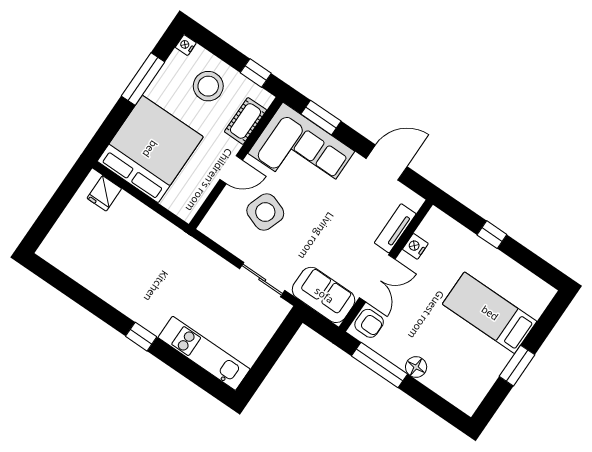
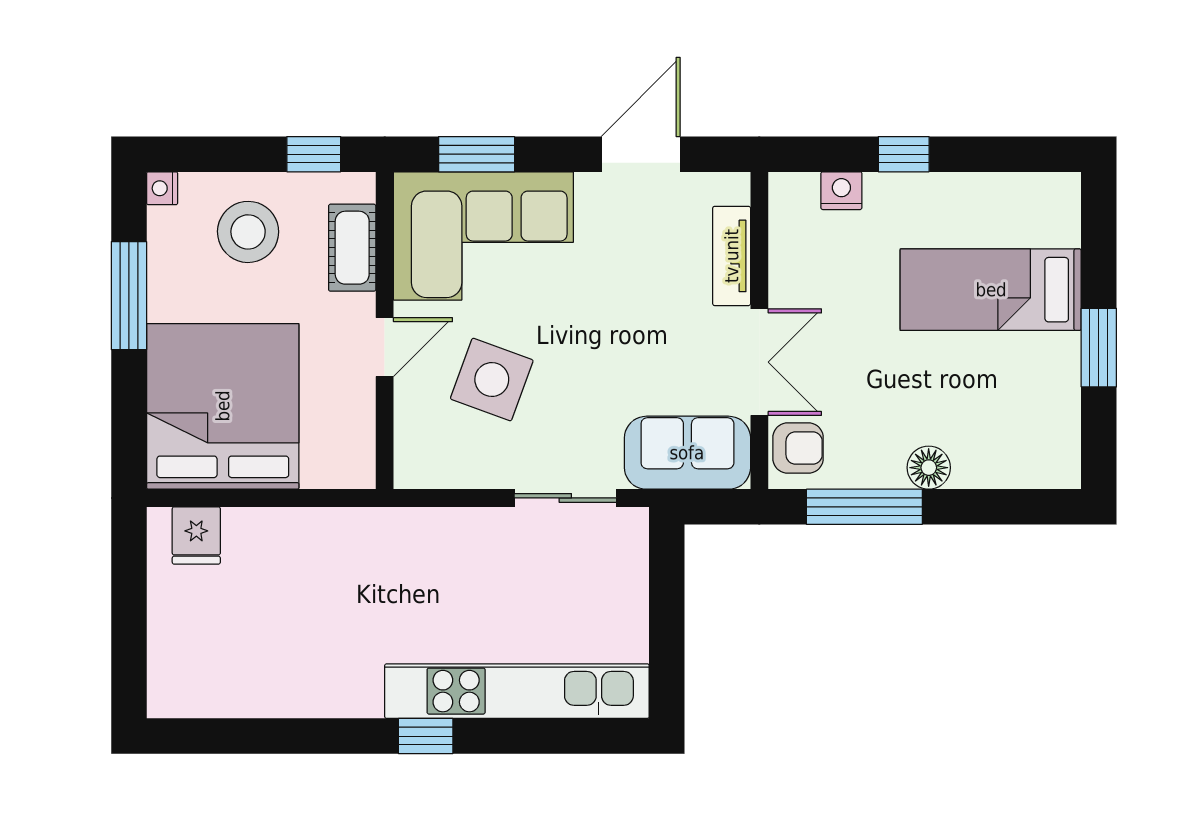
nightstand: (415, 246) -> (841, 191), moved, turned 90
kitchen unit: (204, 353) -> (517, 691), width x1.36

